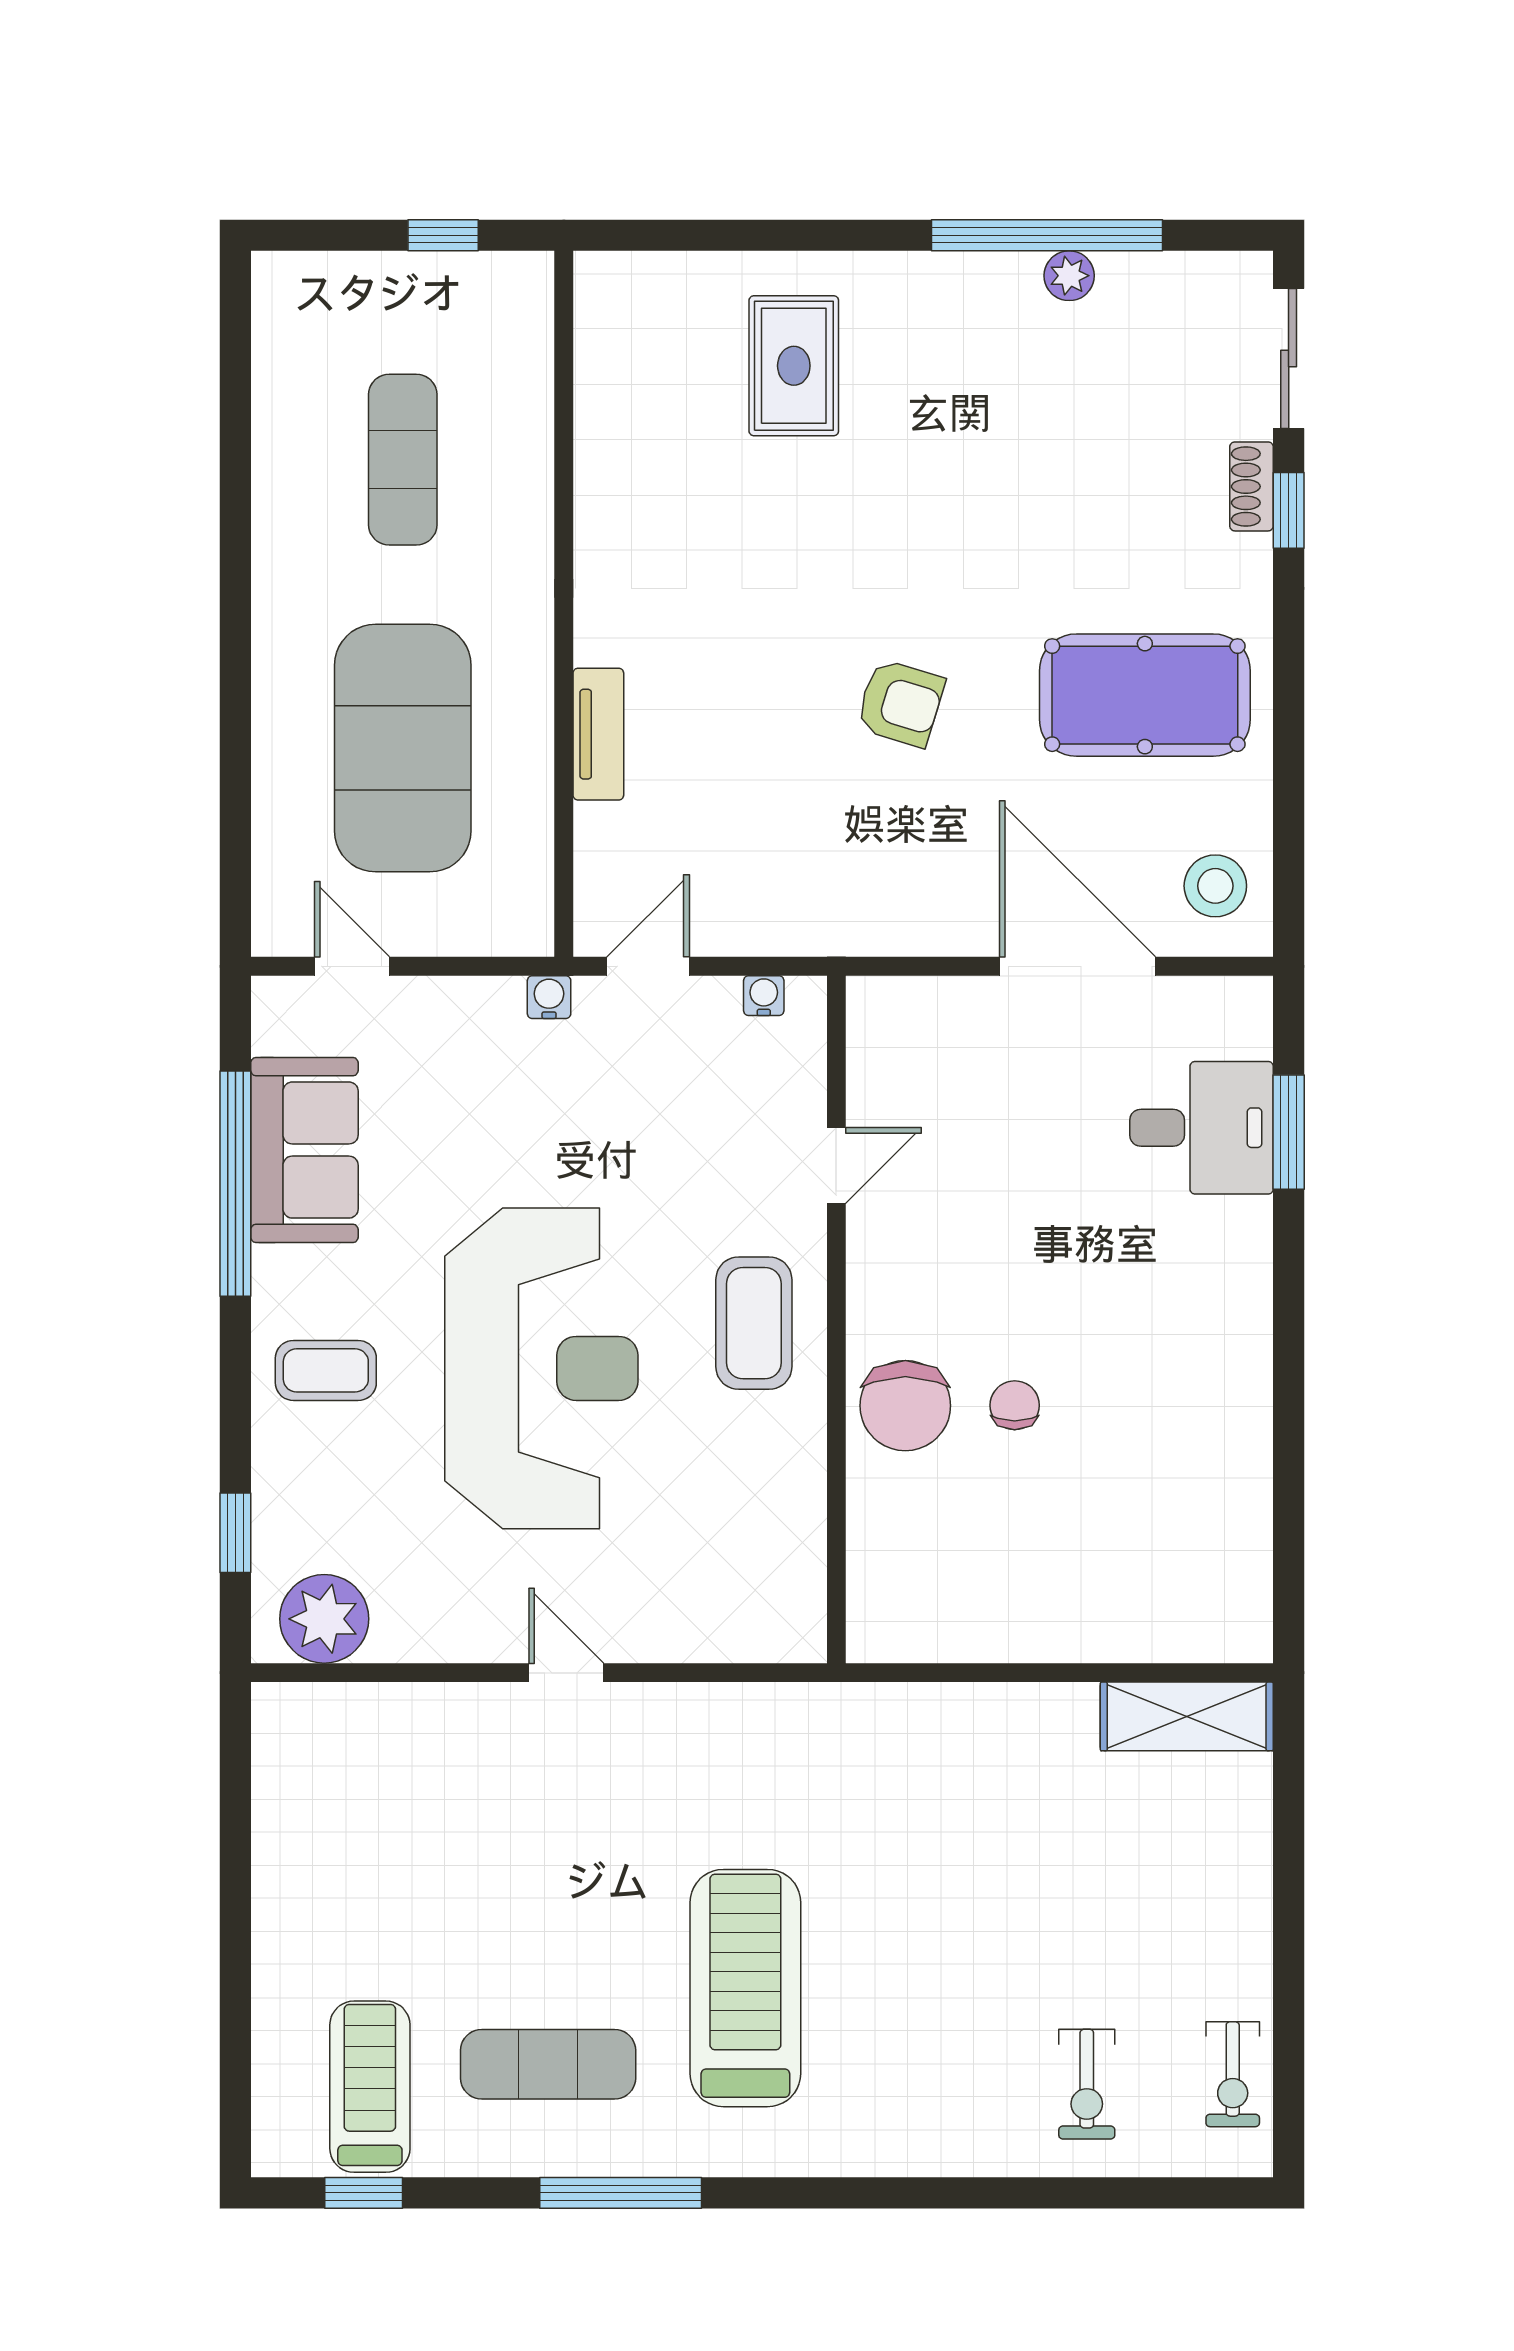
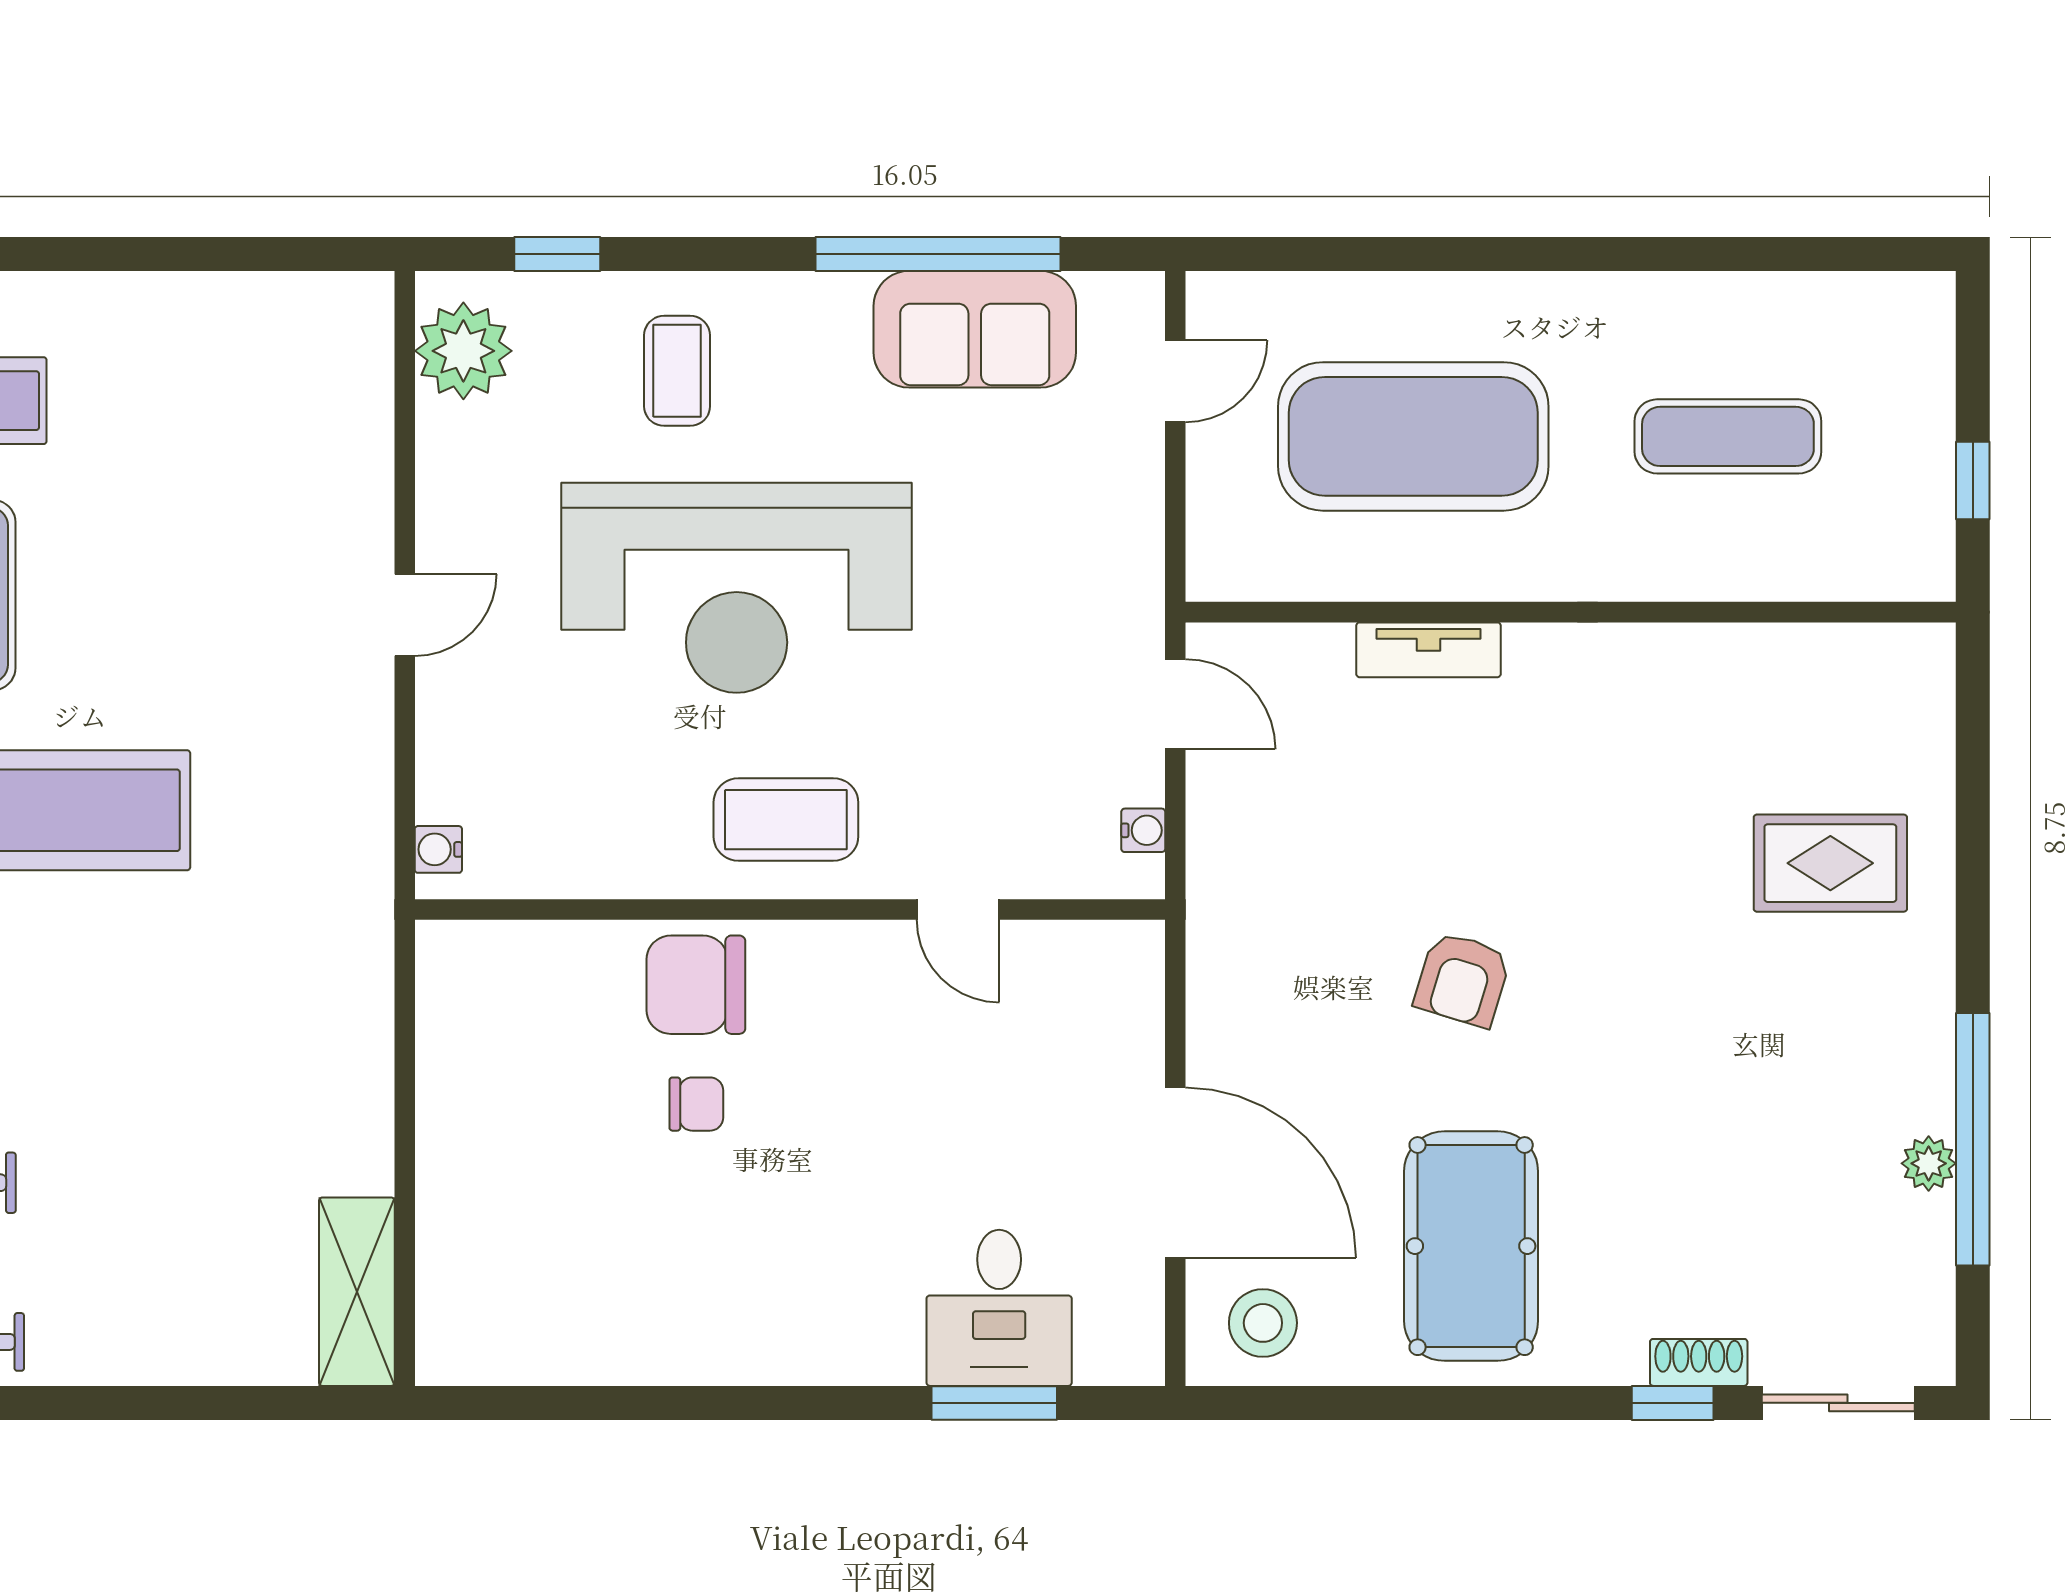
door: (1078, 966) -> (1175, 1173), hinge flipped
water cooler: (549, 997) -> (438, 849), moved, turned 180
coffee table: (326, 1370) -> (677, 371), moved

